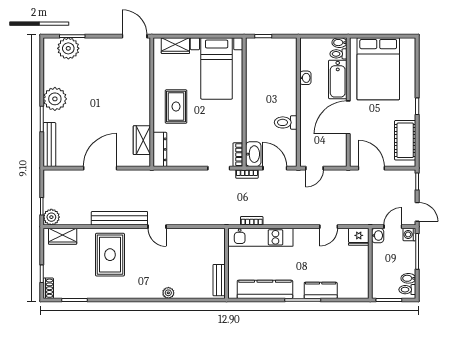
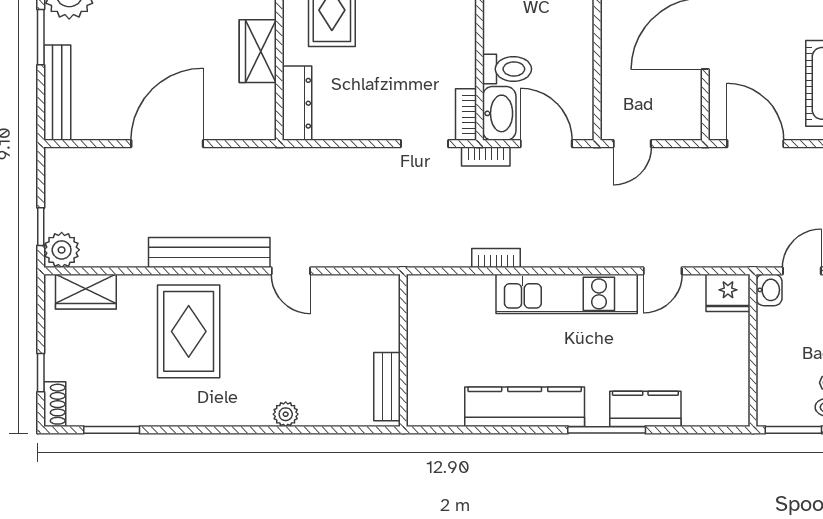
toilet: (286, 122) -> (507, 69), moved, turned 180
wardrobe: (142, 140) -> (258, 51), moved
kitchen unit: (260, 237) -> (567, 294), moved
wall: (227, 263) -> (403, 350), moved
bench: (219, 280) -> (387, 387), moved
plant: (168, 293) -> (286, 414), moved

